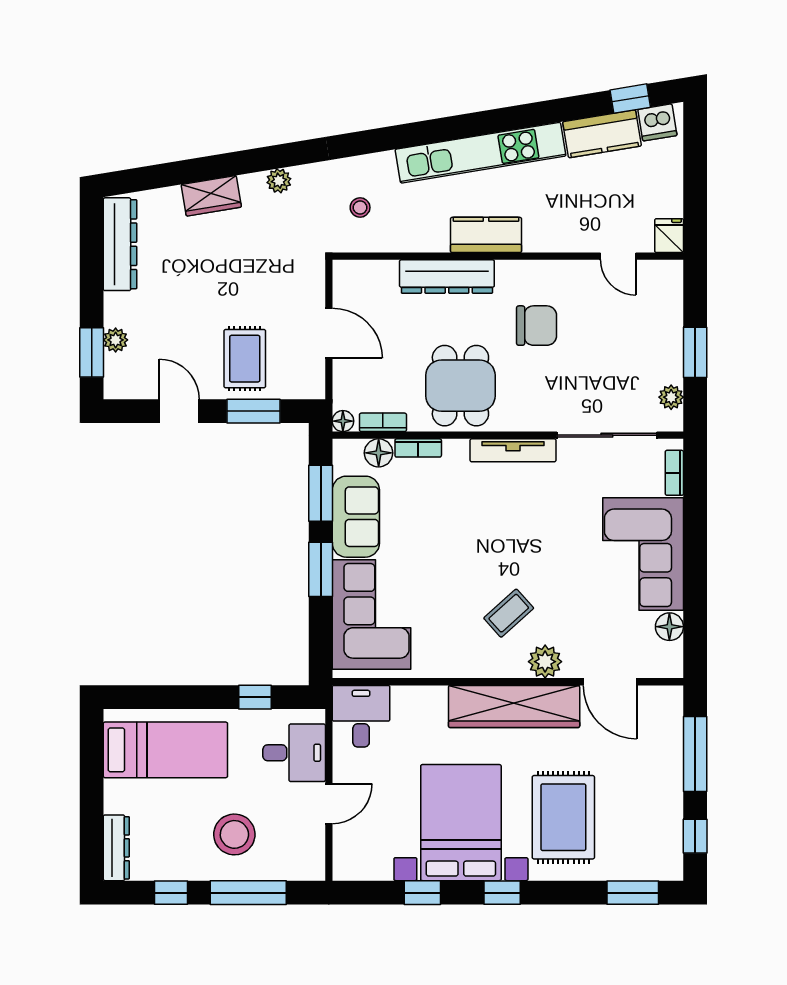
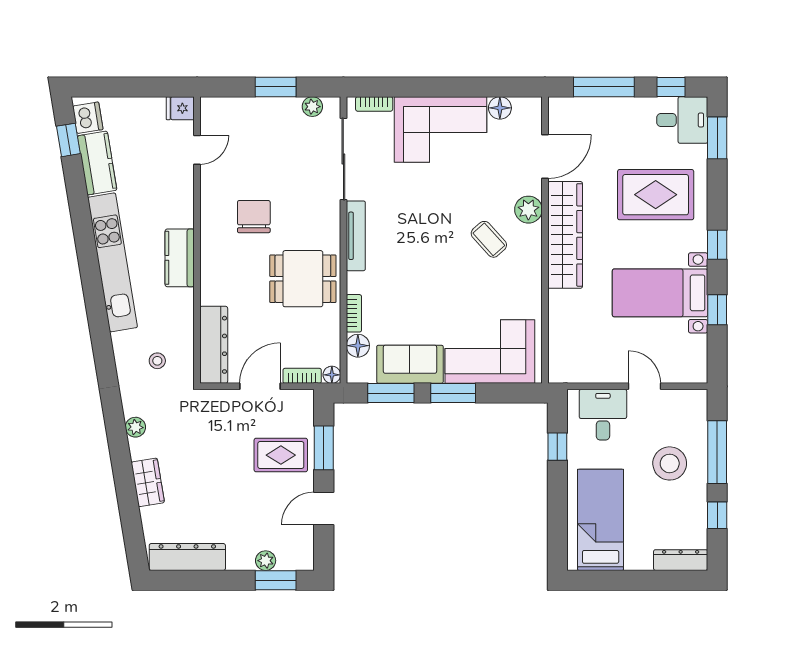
dresser: (447, 277) -> (214, 345), moved
bookcase: (383, 422) -> (302, 376), moved, turned 90
desk: (361, 716) -> (682, 120), moved, turned 180
bed with nightstands: (461, 823) -> (660, 293), width x0.73

